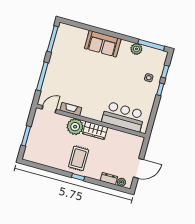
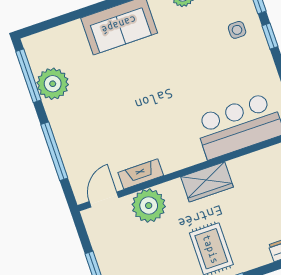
plant: (60, 49) -> (53, 84), added
plant: (75, 127) -> (149, 206), moved

